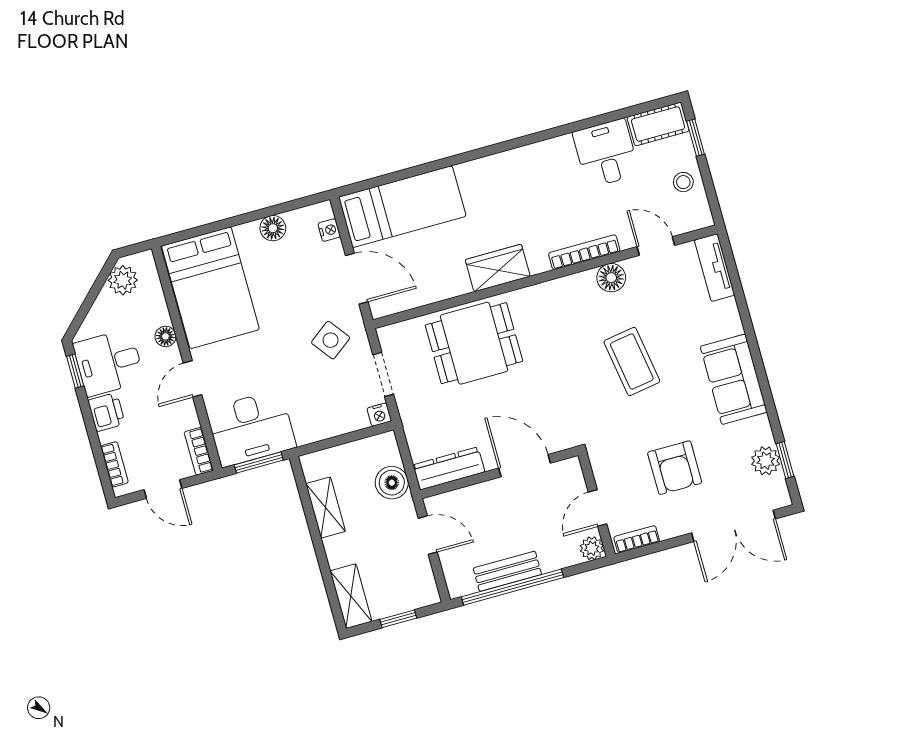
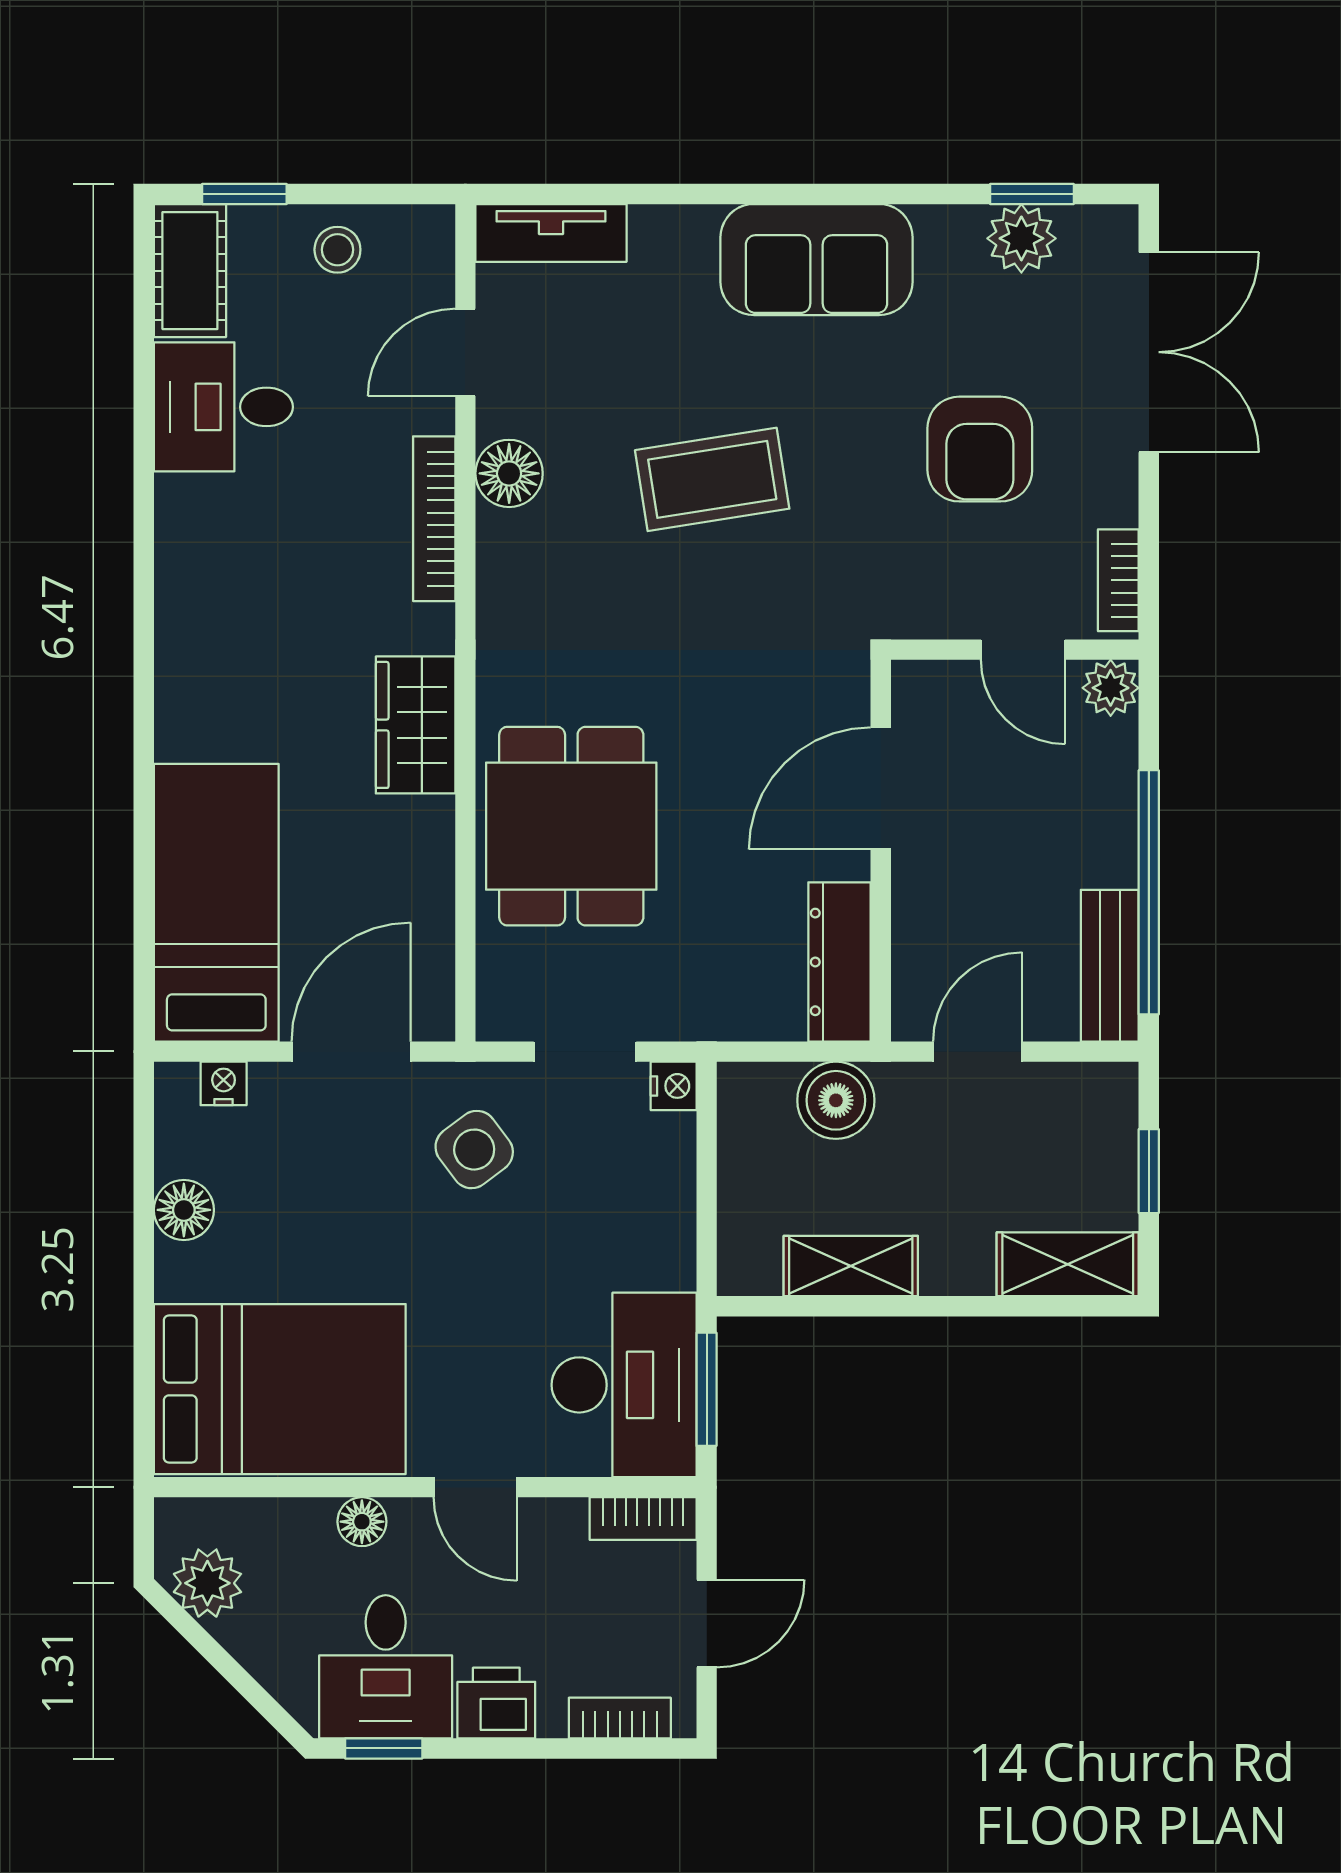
armchair: (675, 468) -> (980, 449), turned 90
bench: (507, 571) -> (1110, 966), moved

